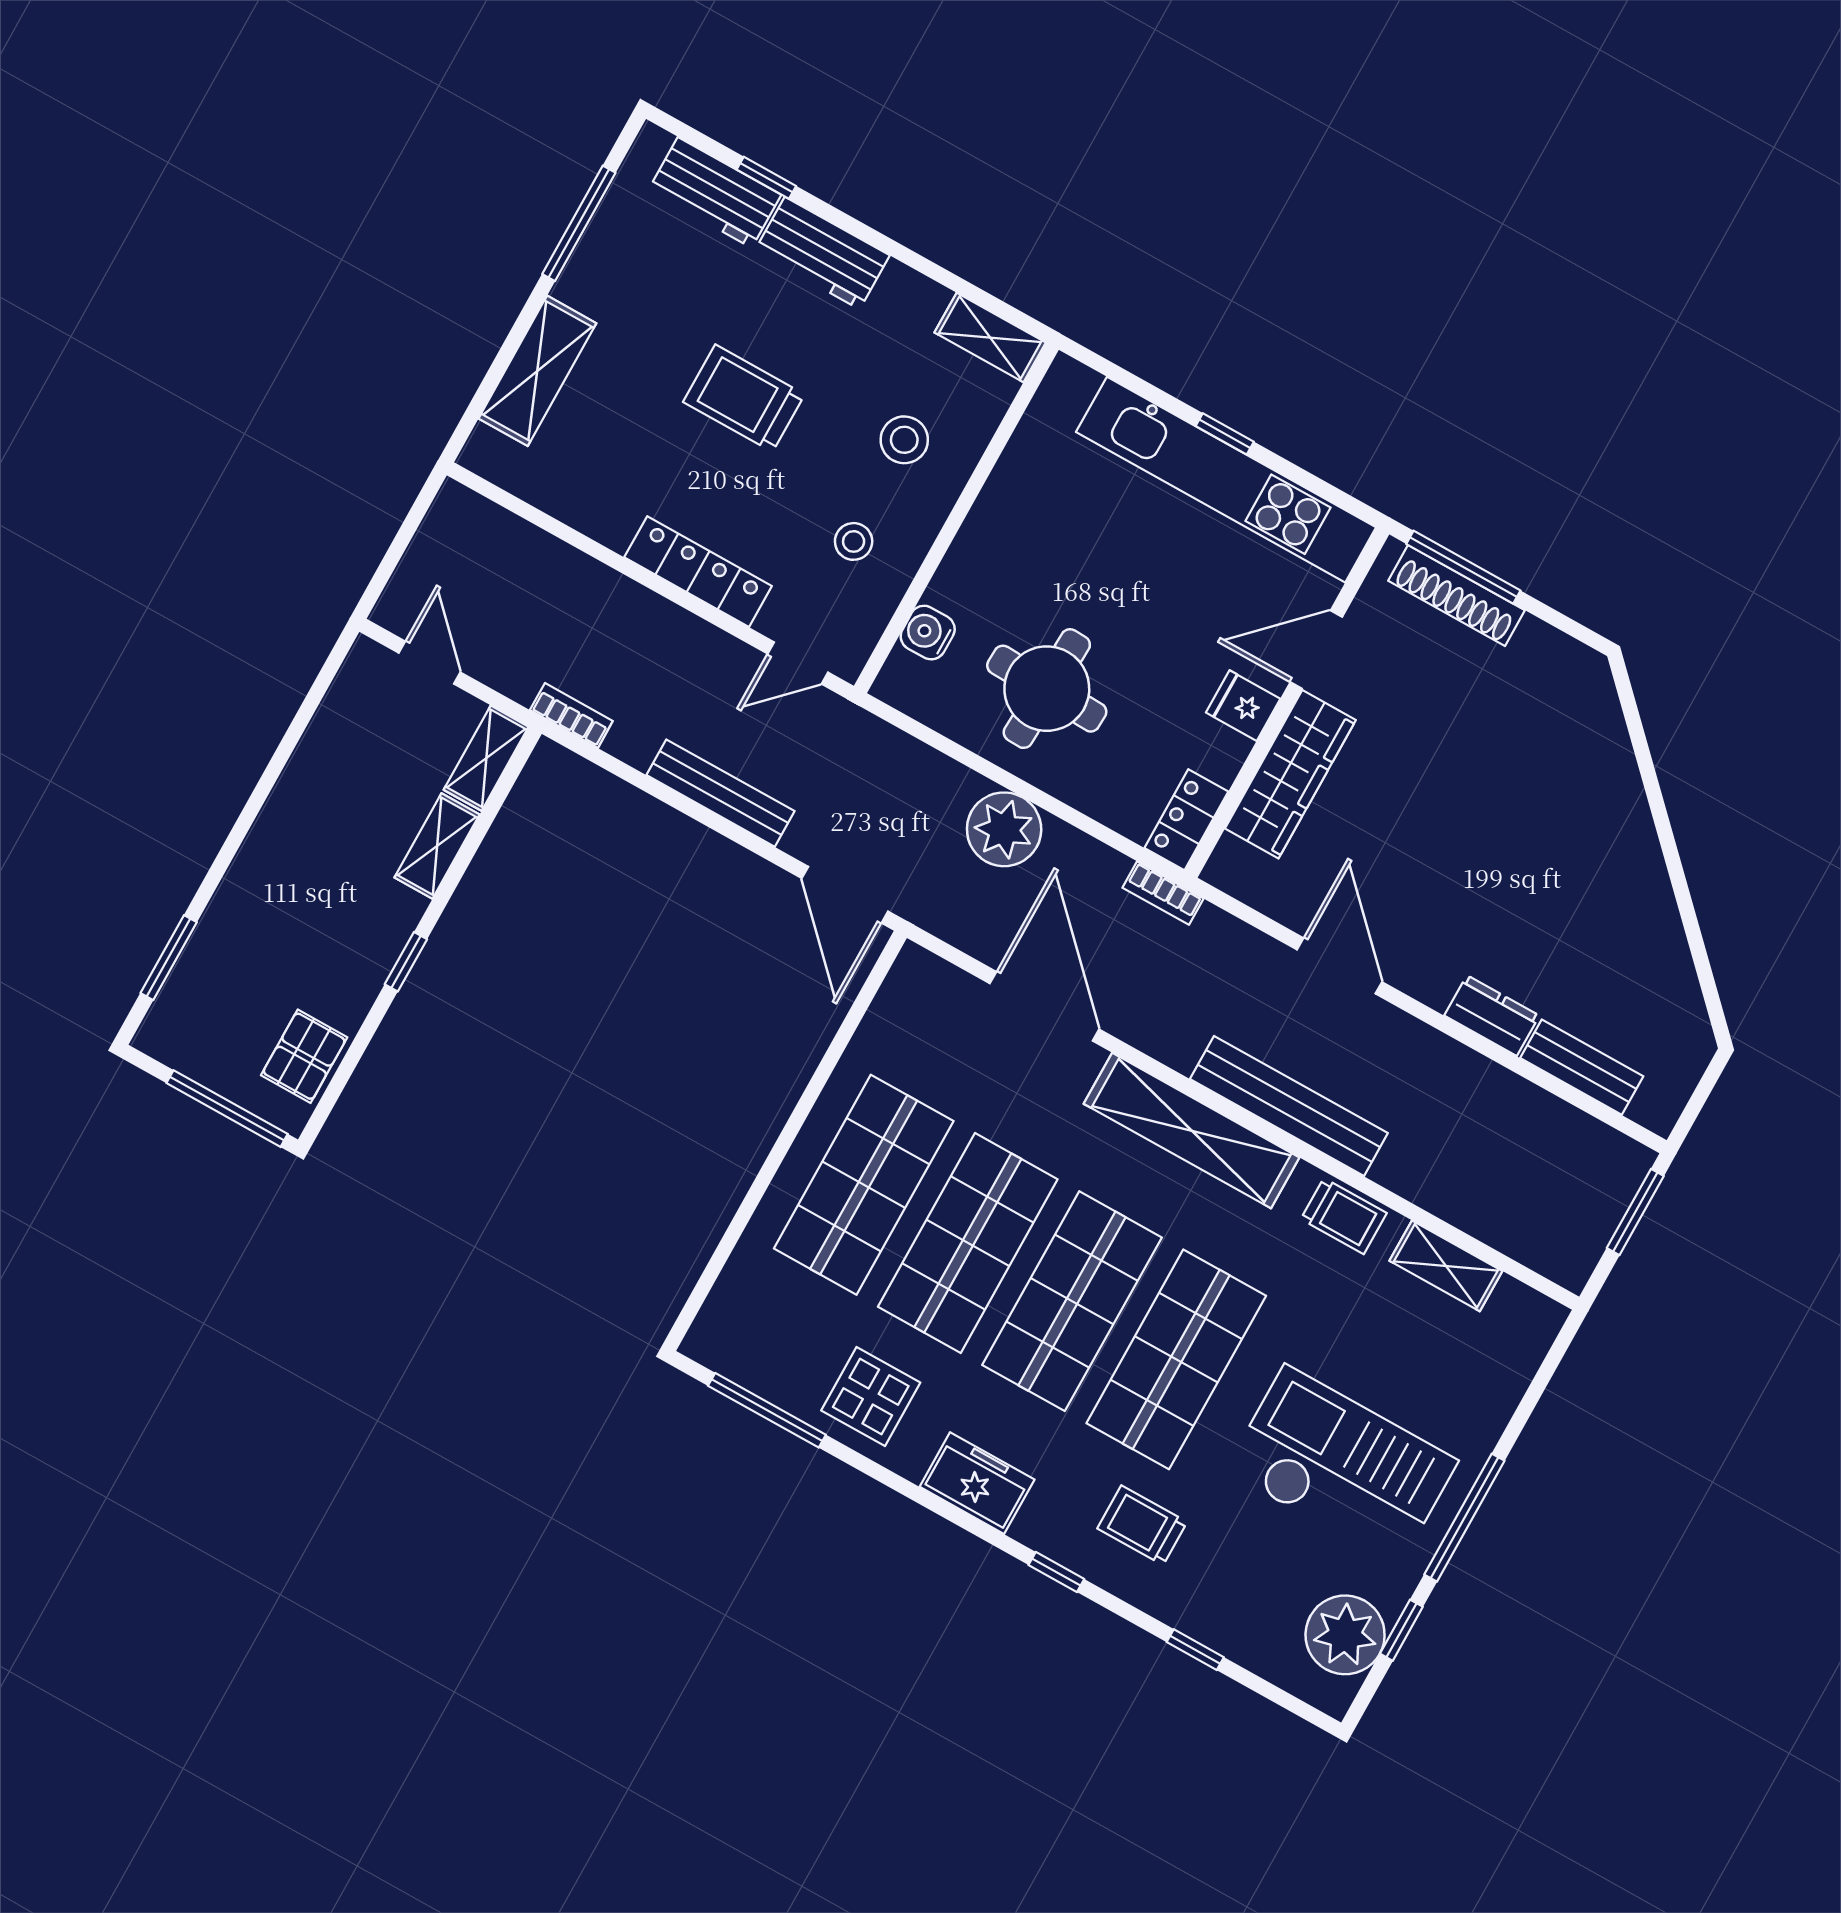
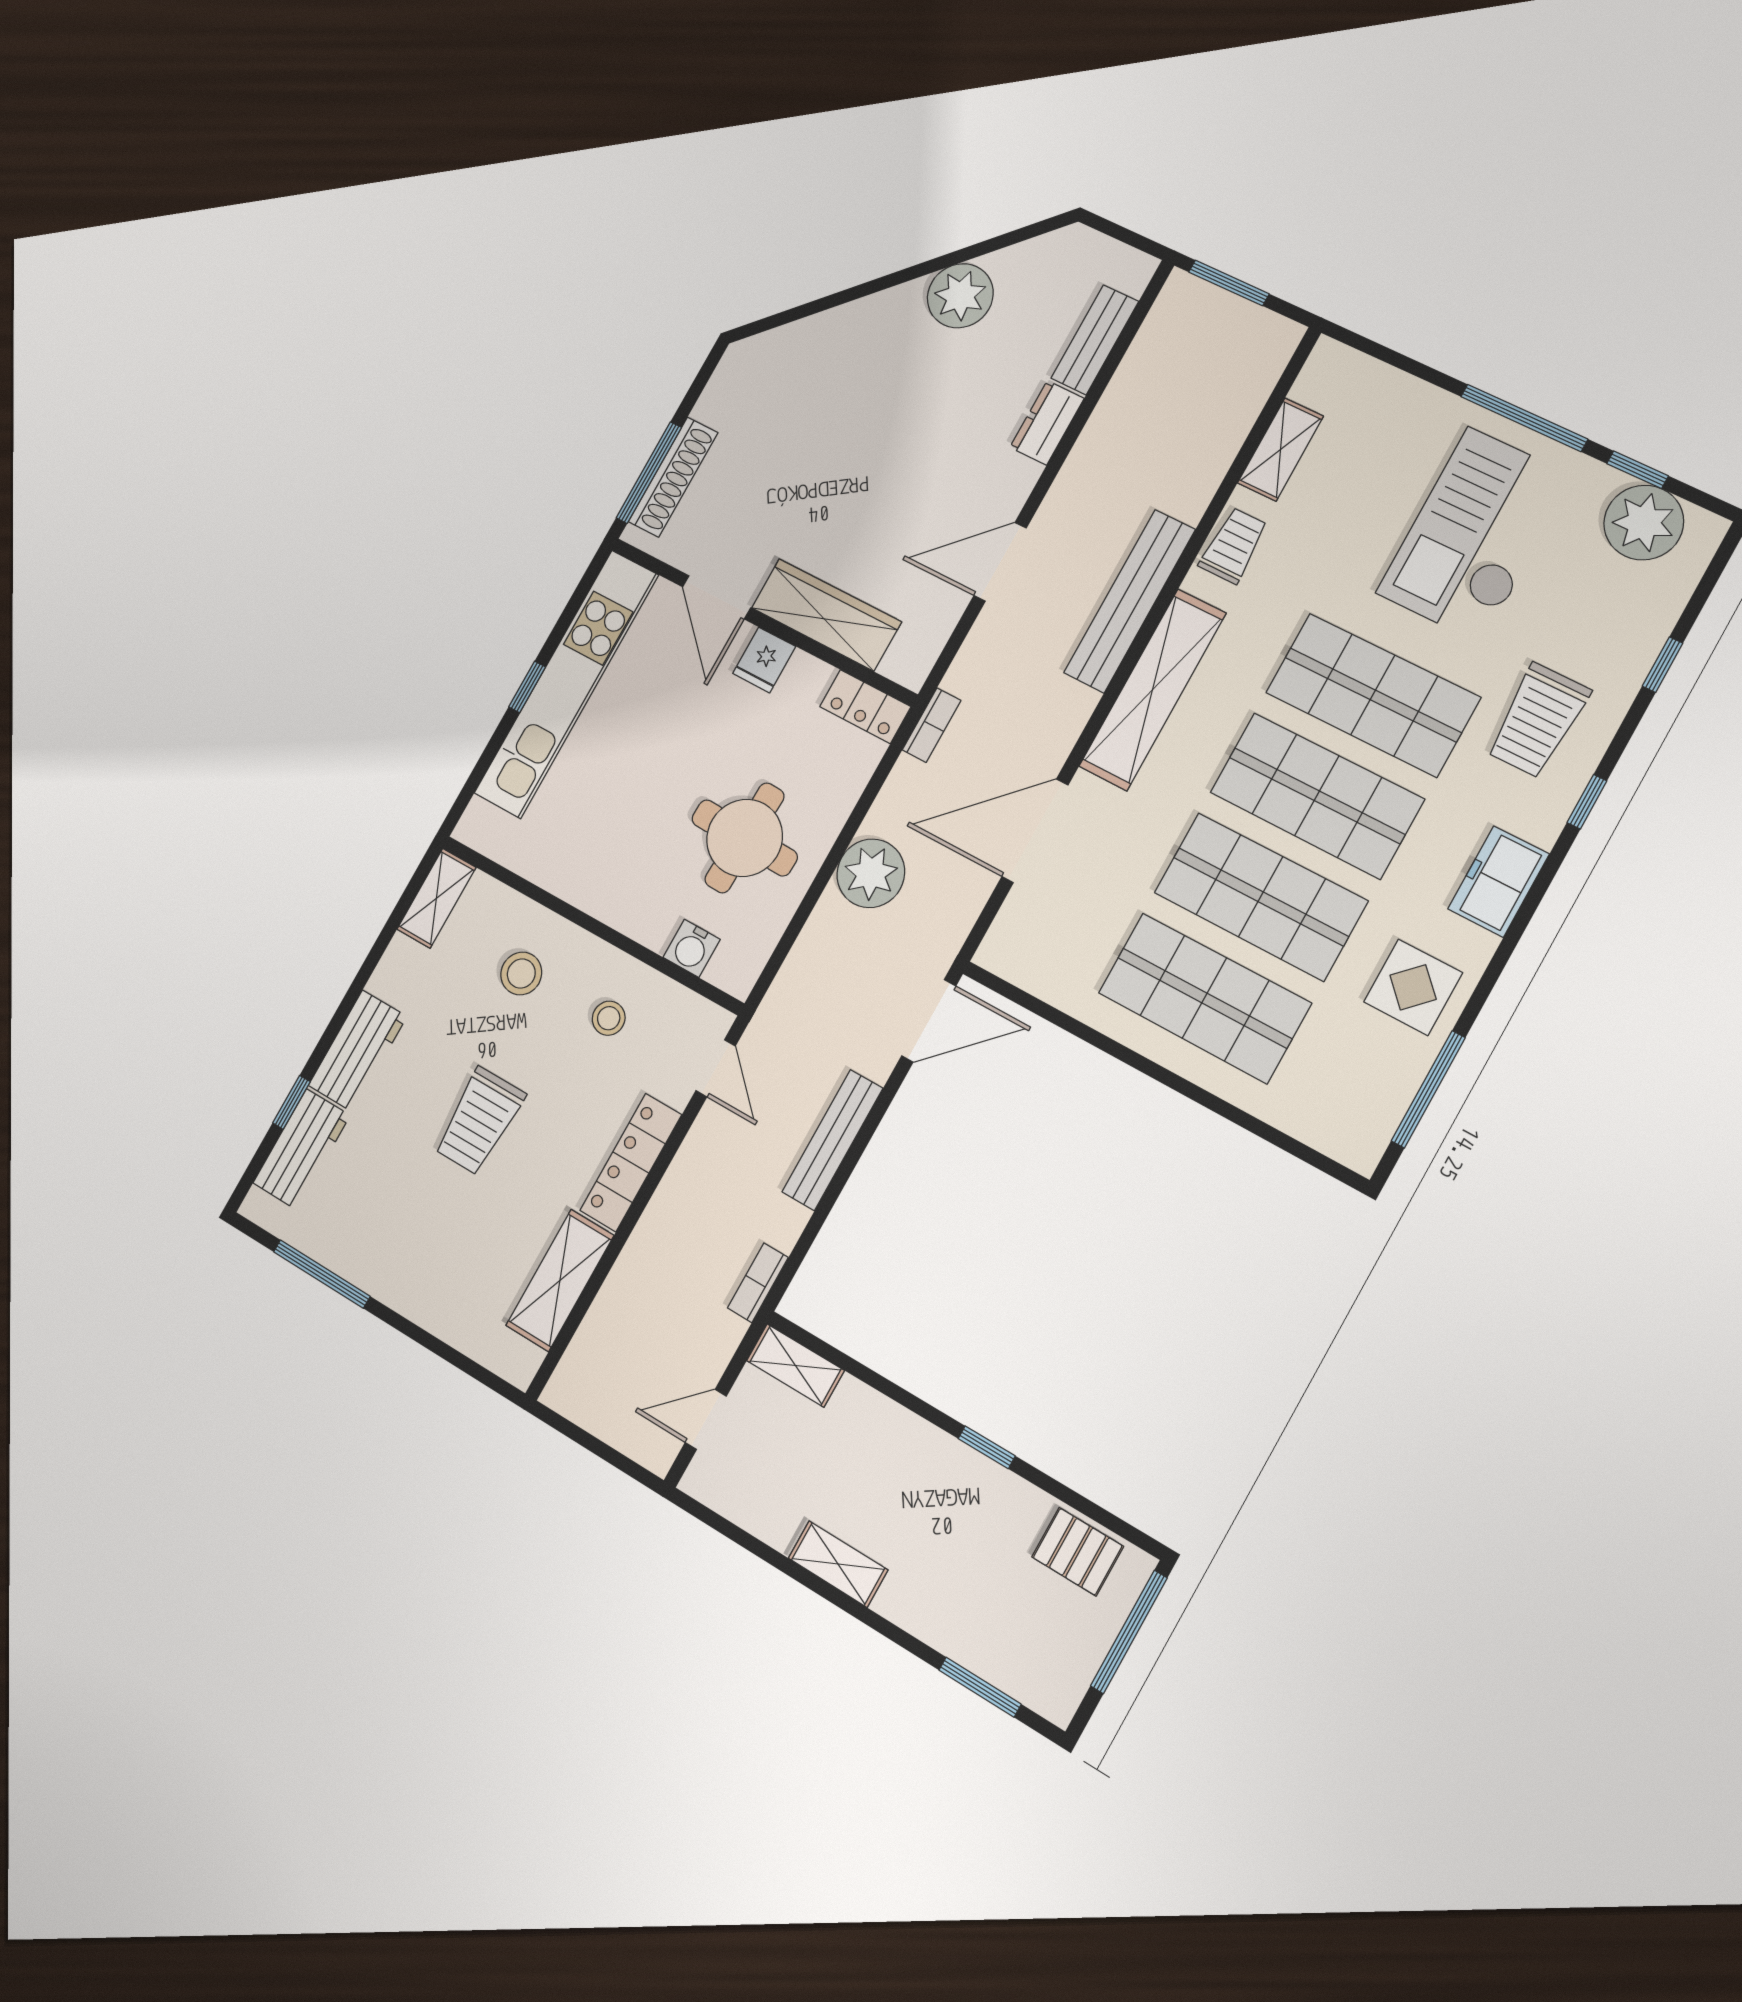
shelving: (537, 371) -> (560, 1280), moved, turned 90
shelving: (437, 846) -> (838, 1564), moved
plant: (1643, 918) -> (960, 296), added
trolley: (1142, 1525) -> (1538, 721), width x1.36, depth x1.39

